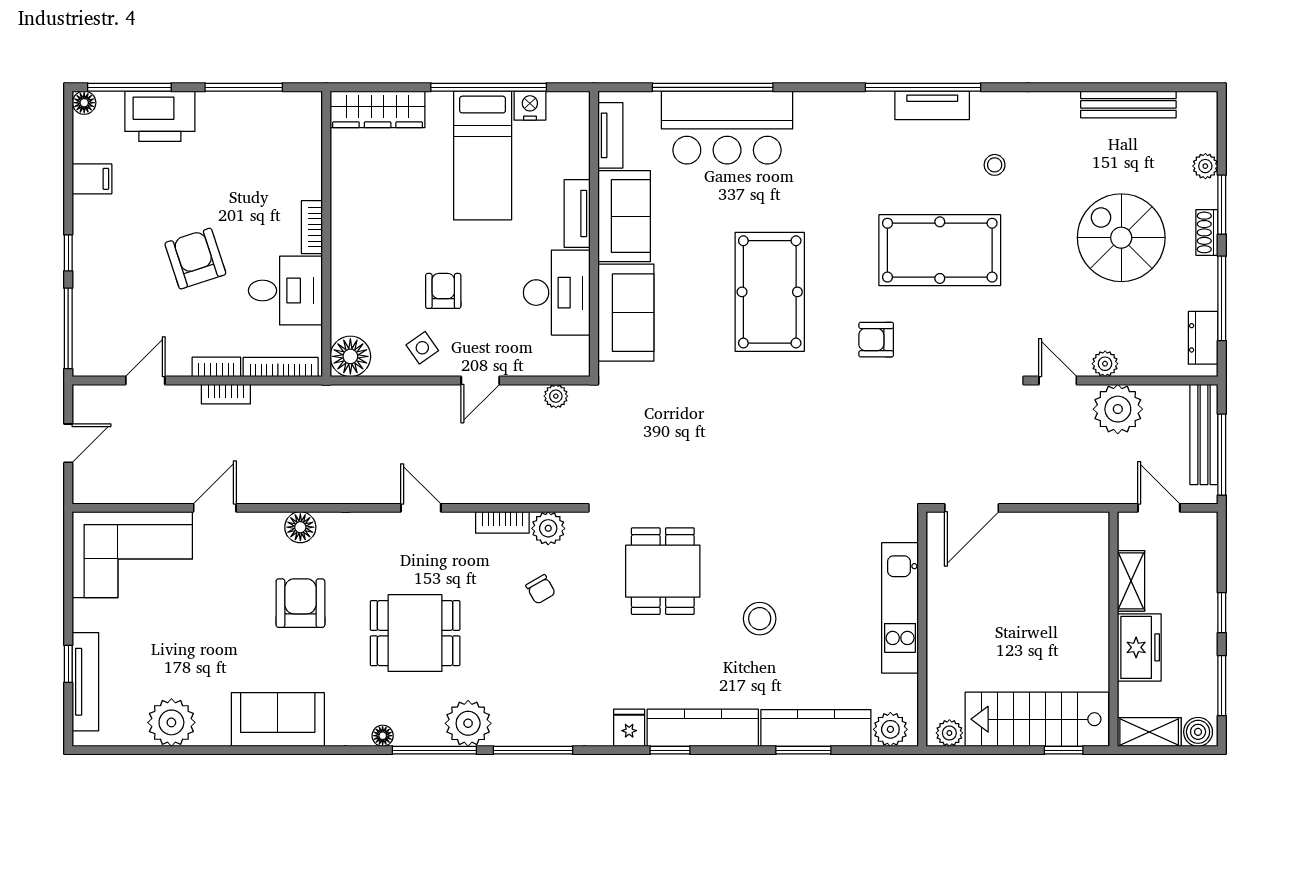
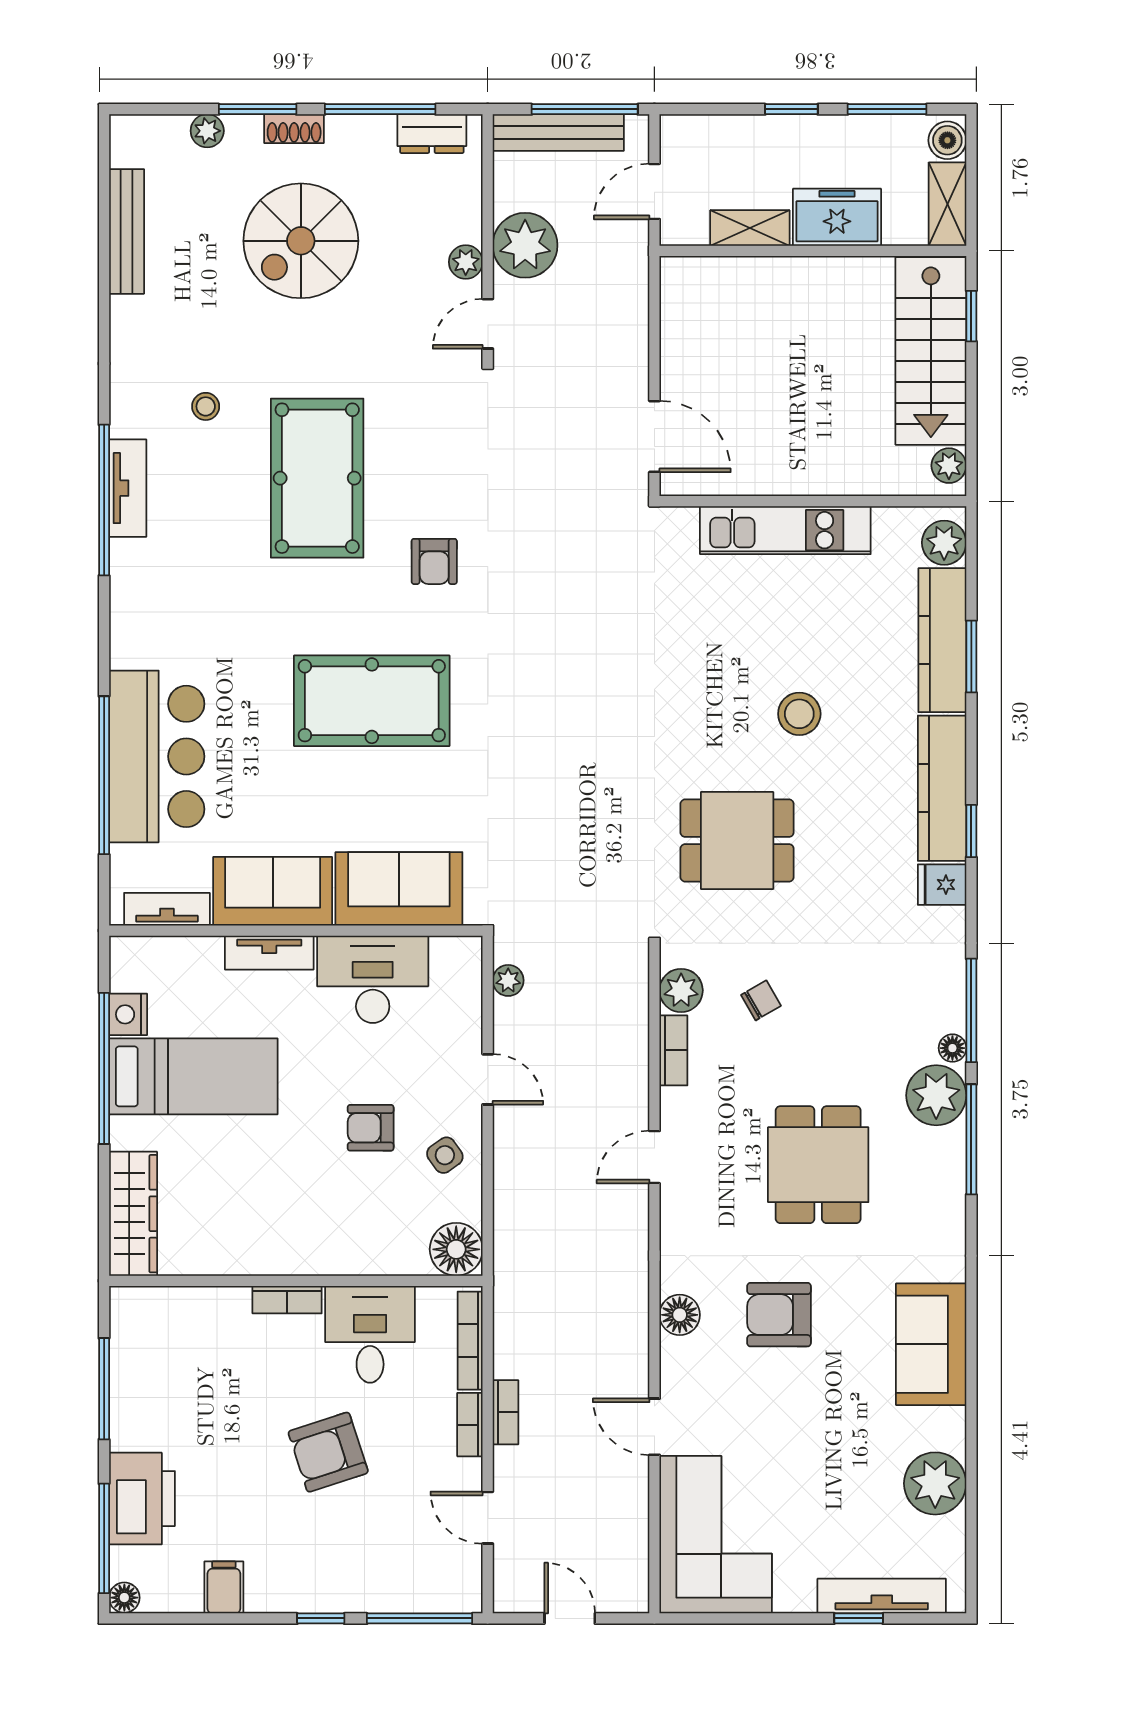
floor lamp: (383, 736) -> (952, 1048), moved

